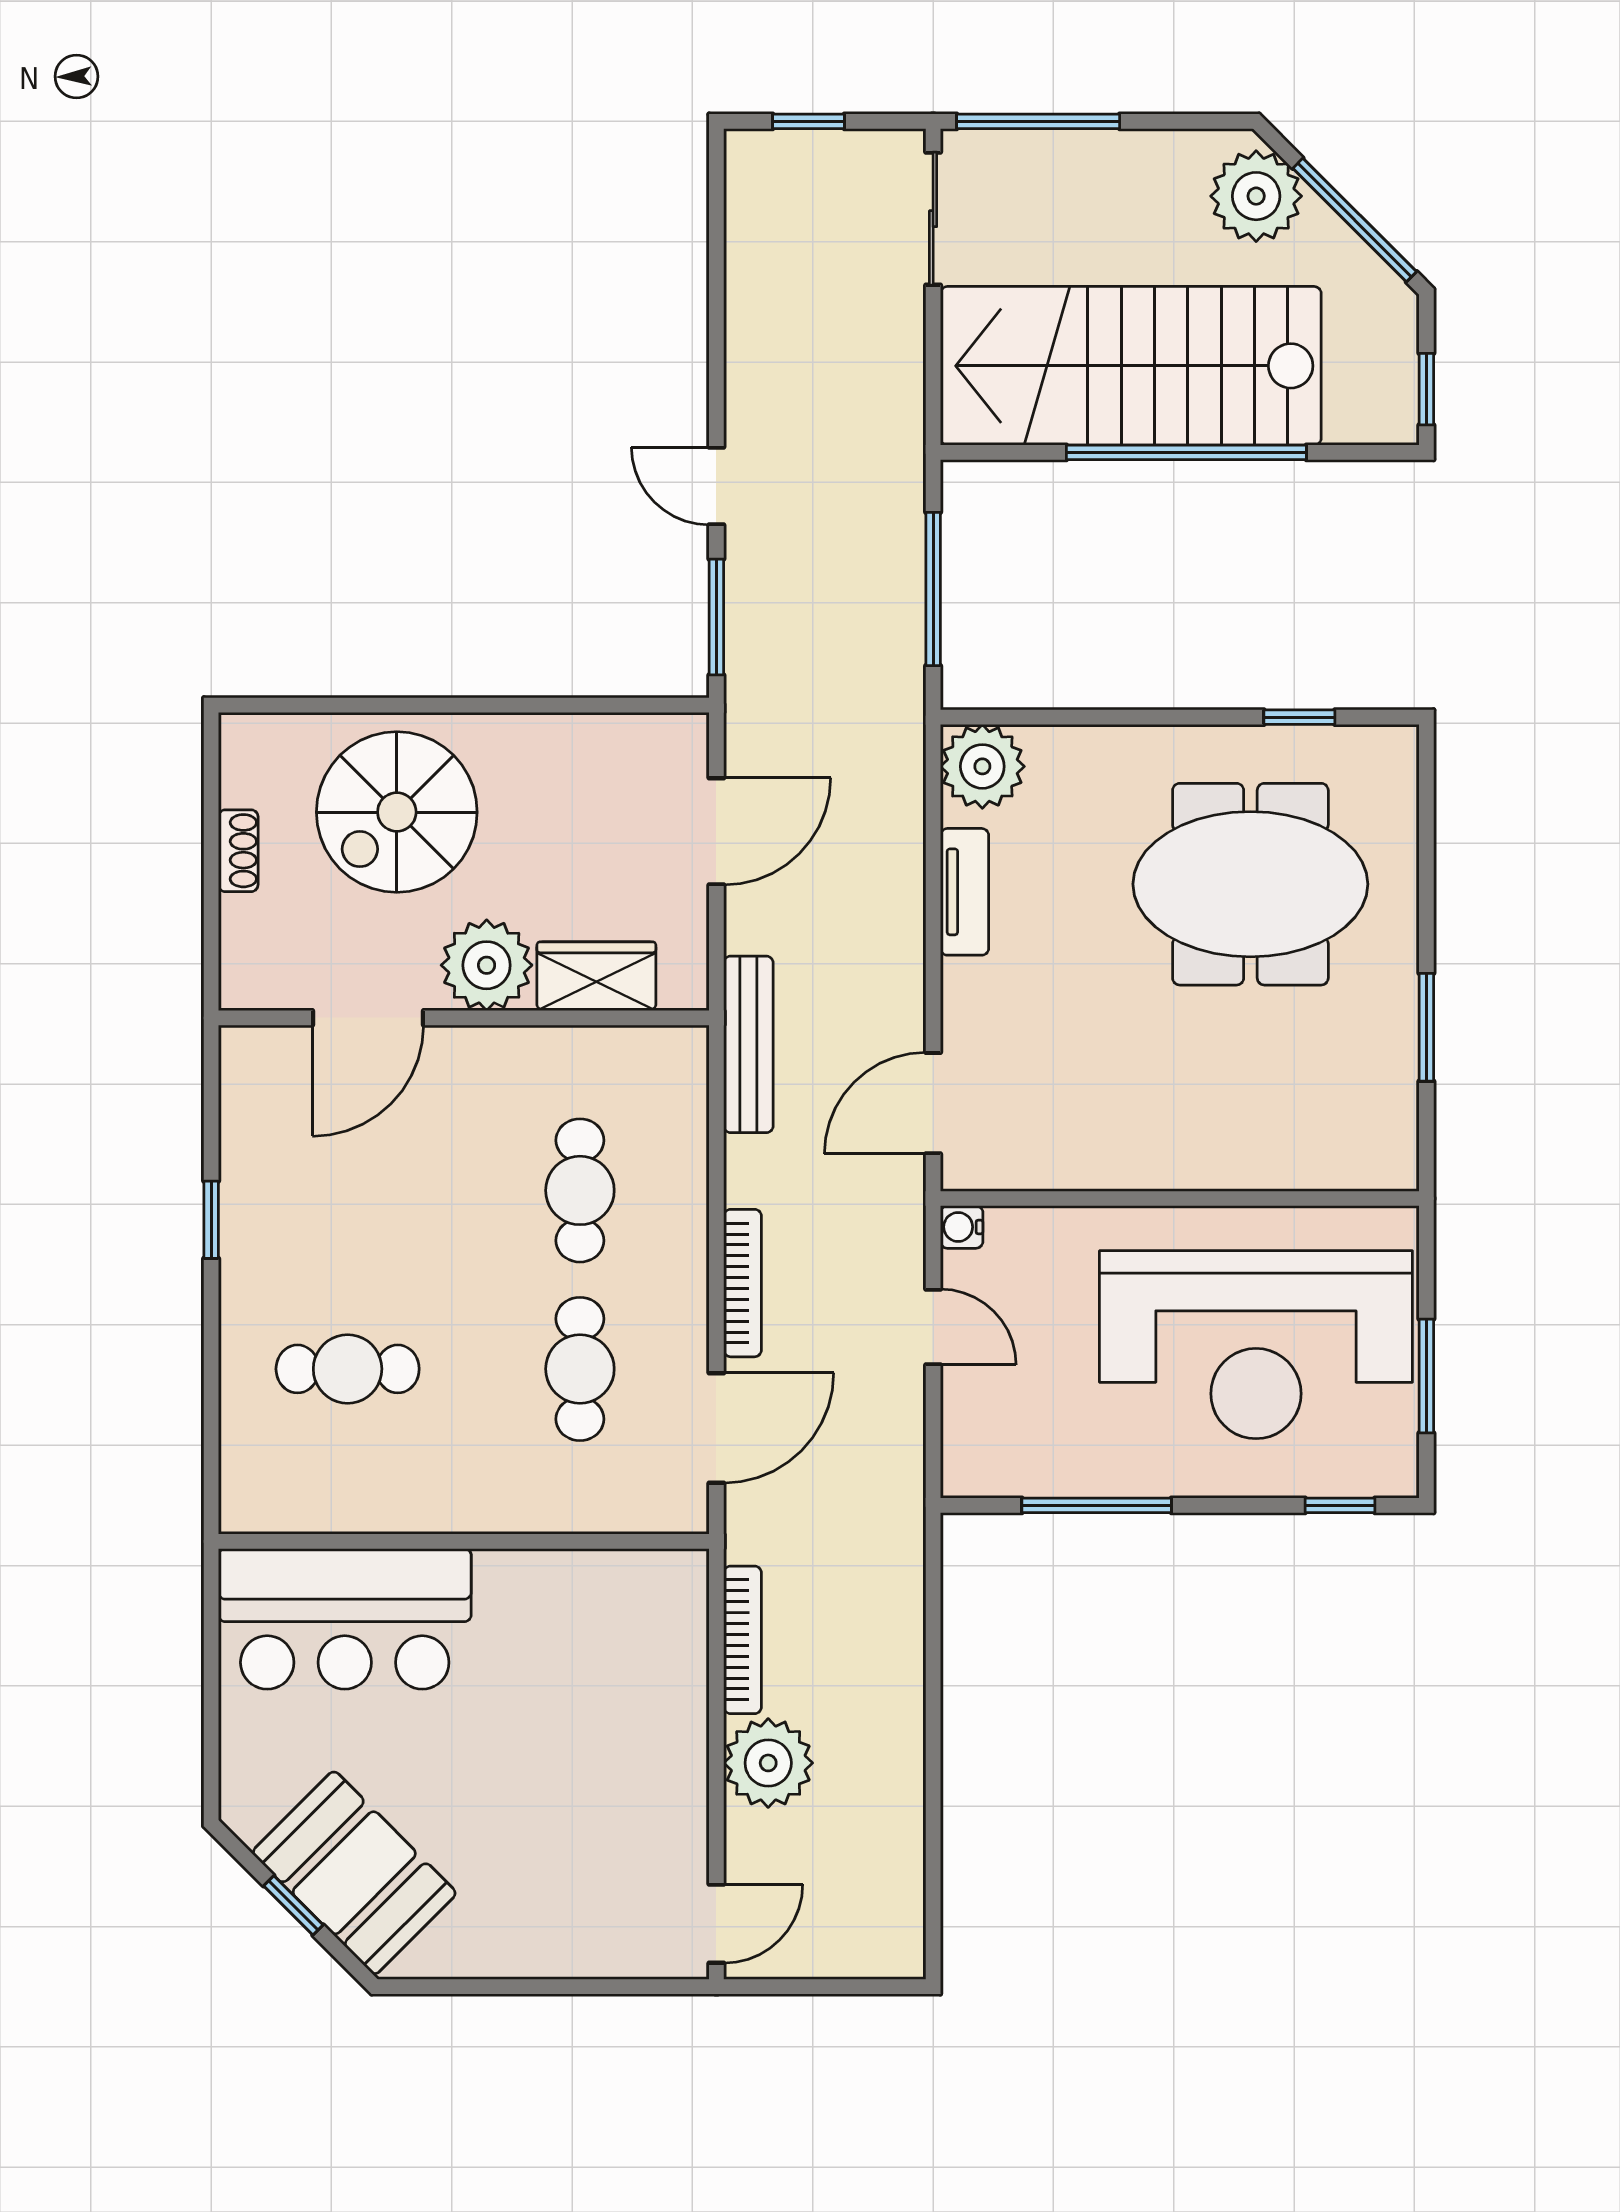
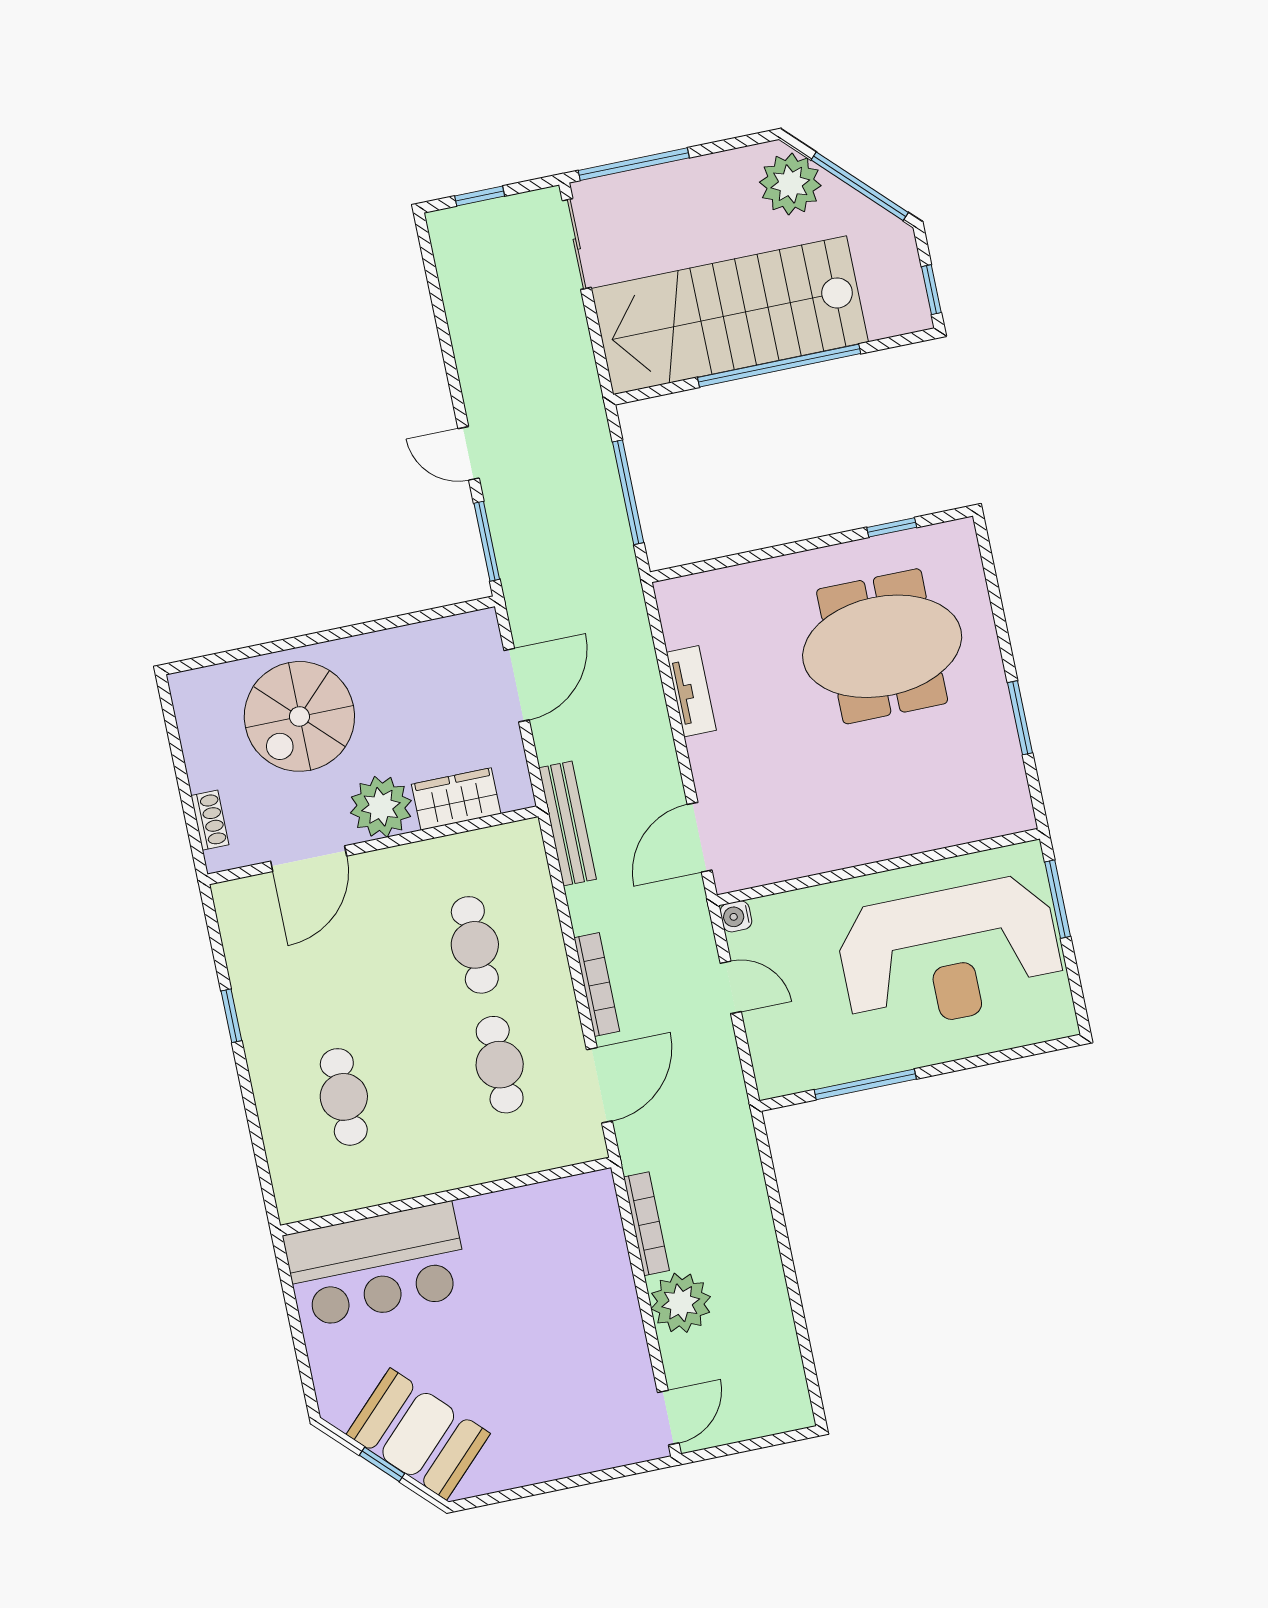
plant: (982, 766) -> (686, 605), removed
shoe rack: (238, 851) -> (210, 820), moved
cafe table: (348, 1369) -> (344, 1097), turned 90
window: (1426, 1376) -> (1058, 899), moved
window: (1340, 1505) -> (1029, 1051), removed

